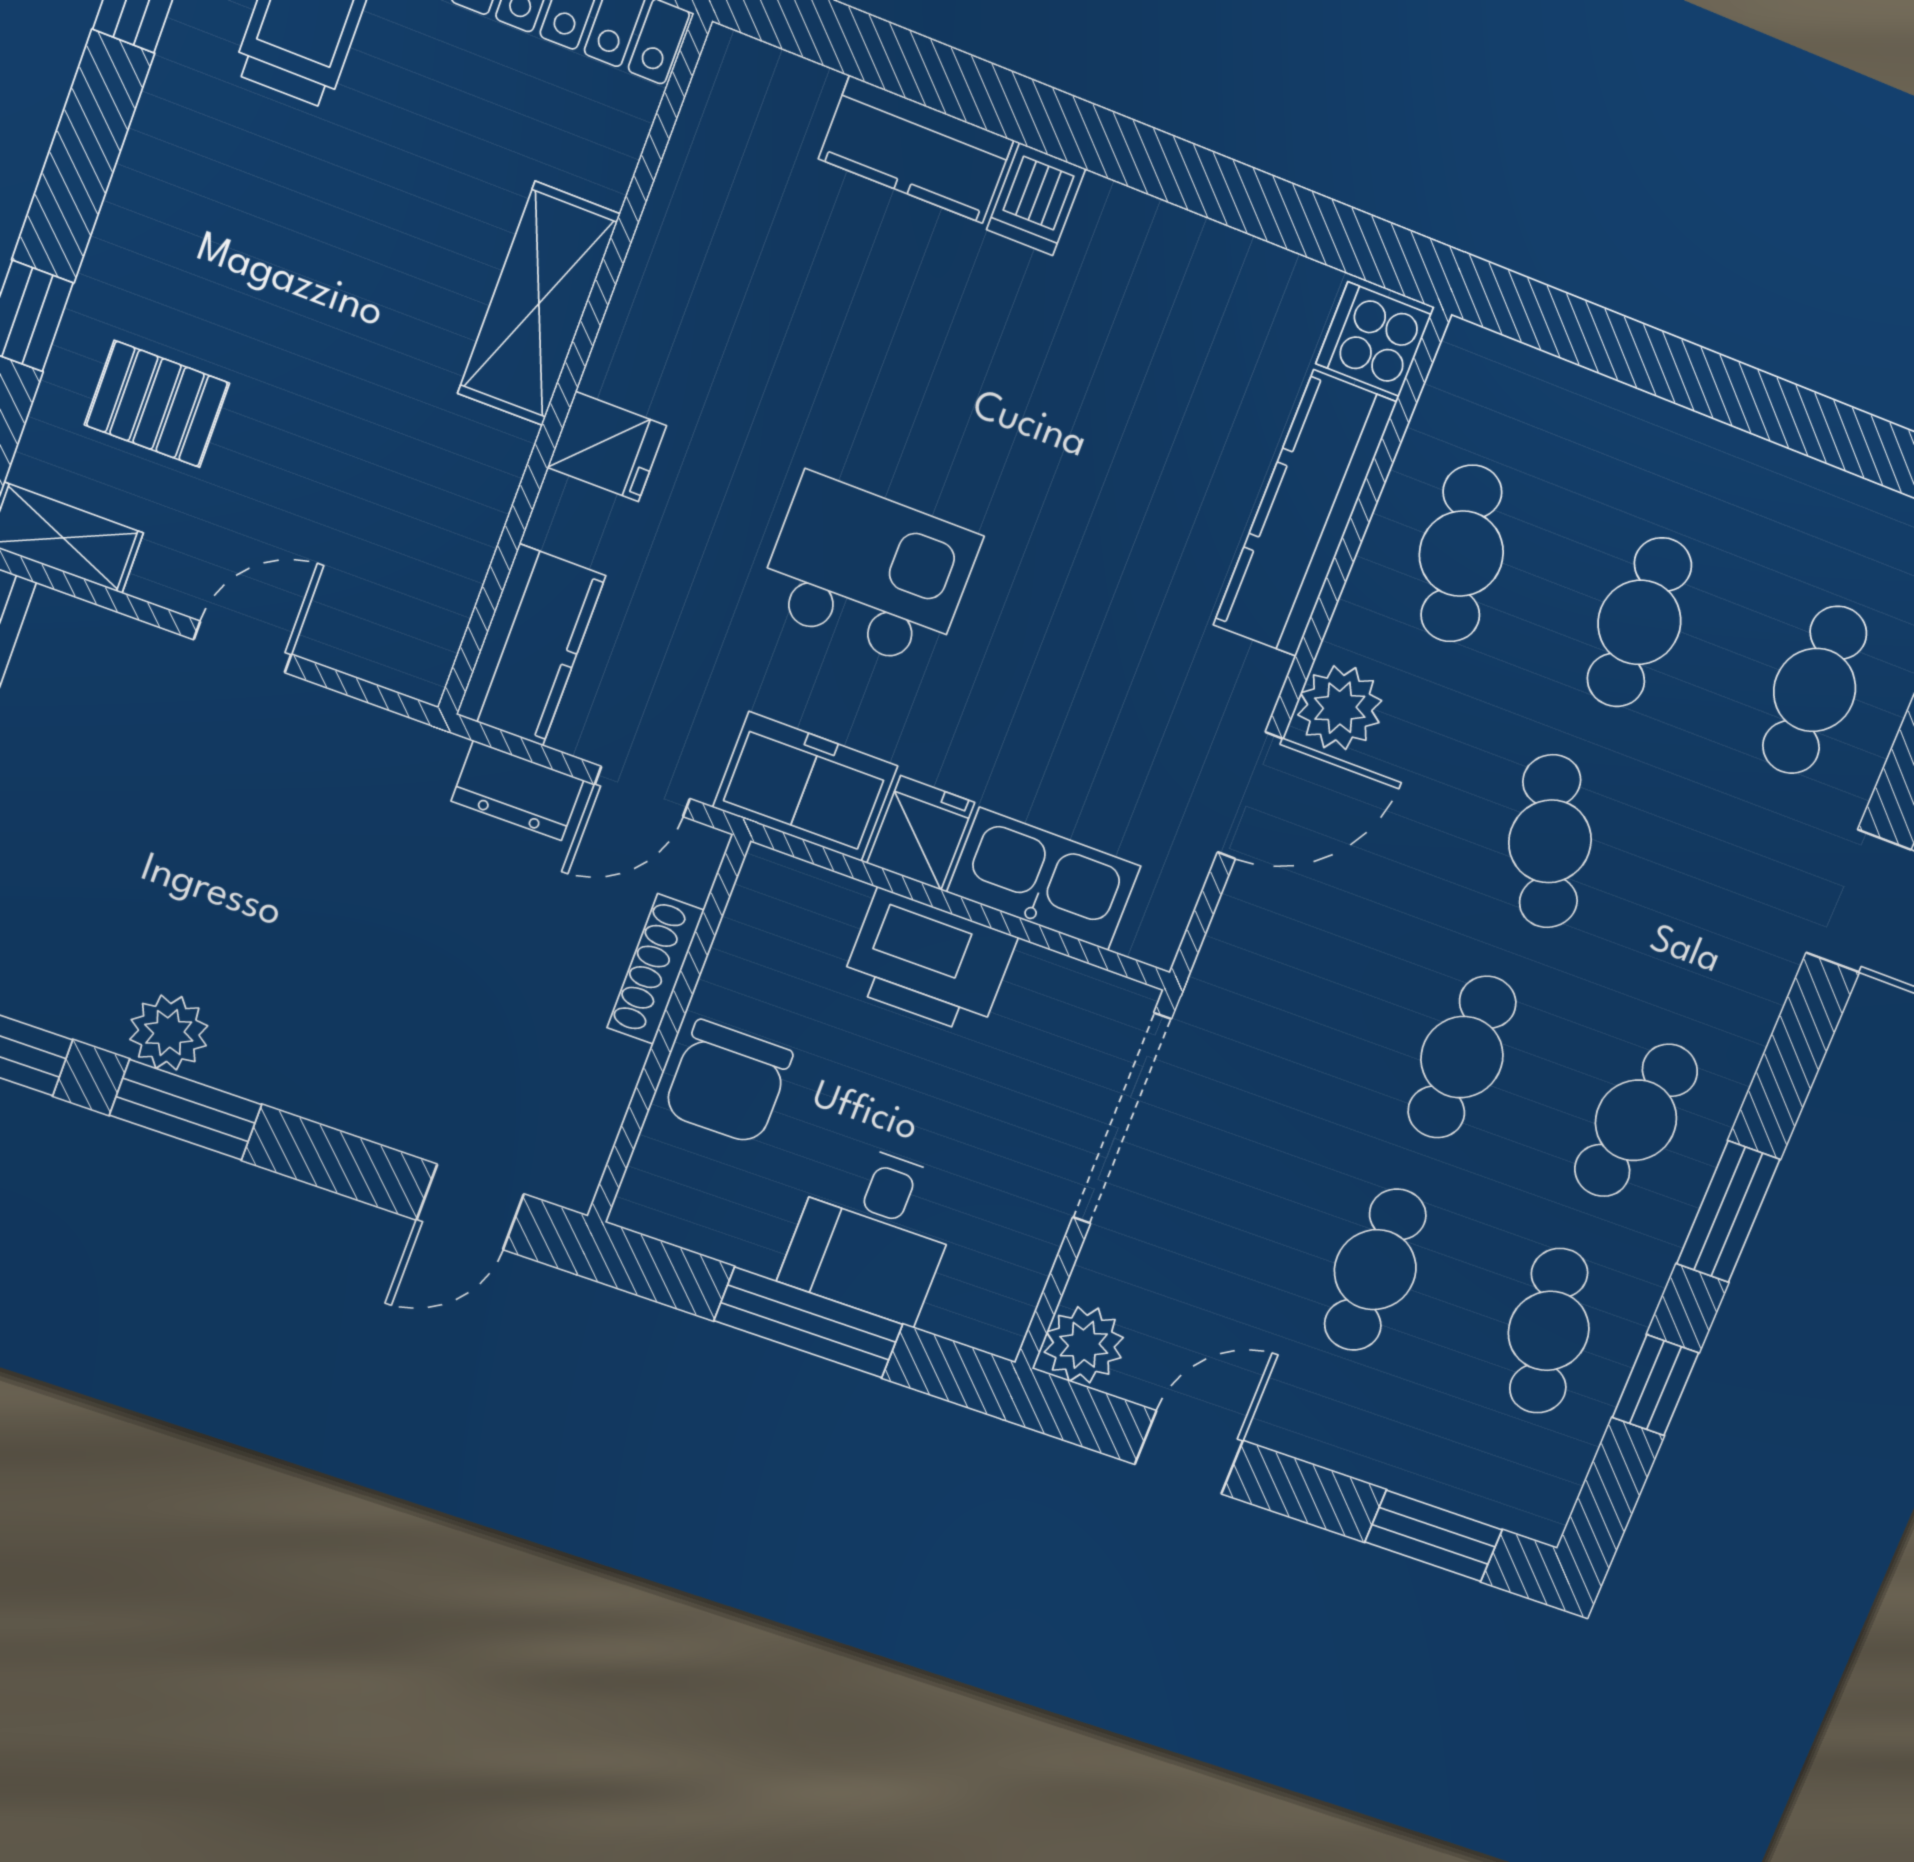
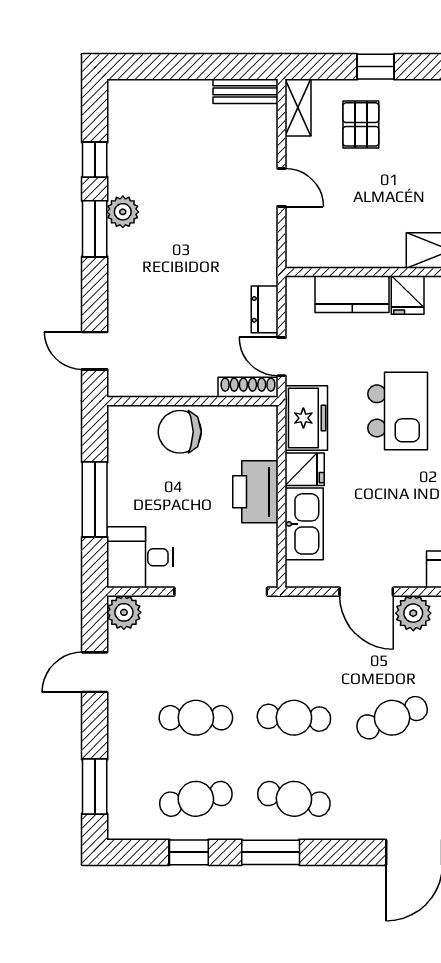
kitchen counter: (531, 645) -> (352, 294), moved
shoe rack: (656, 969) -> (248, 387), moved
desk: (873, 1232) -> (140, 557), moved
door: (1189, 1452) -> (95, 672), swing flipped

